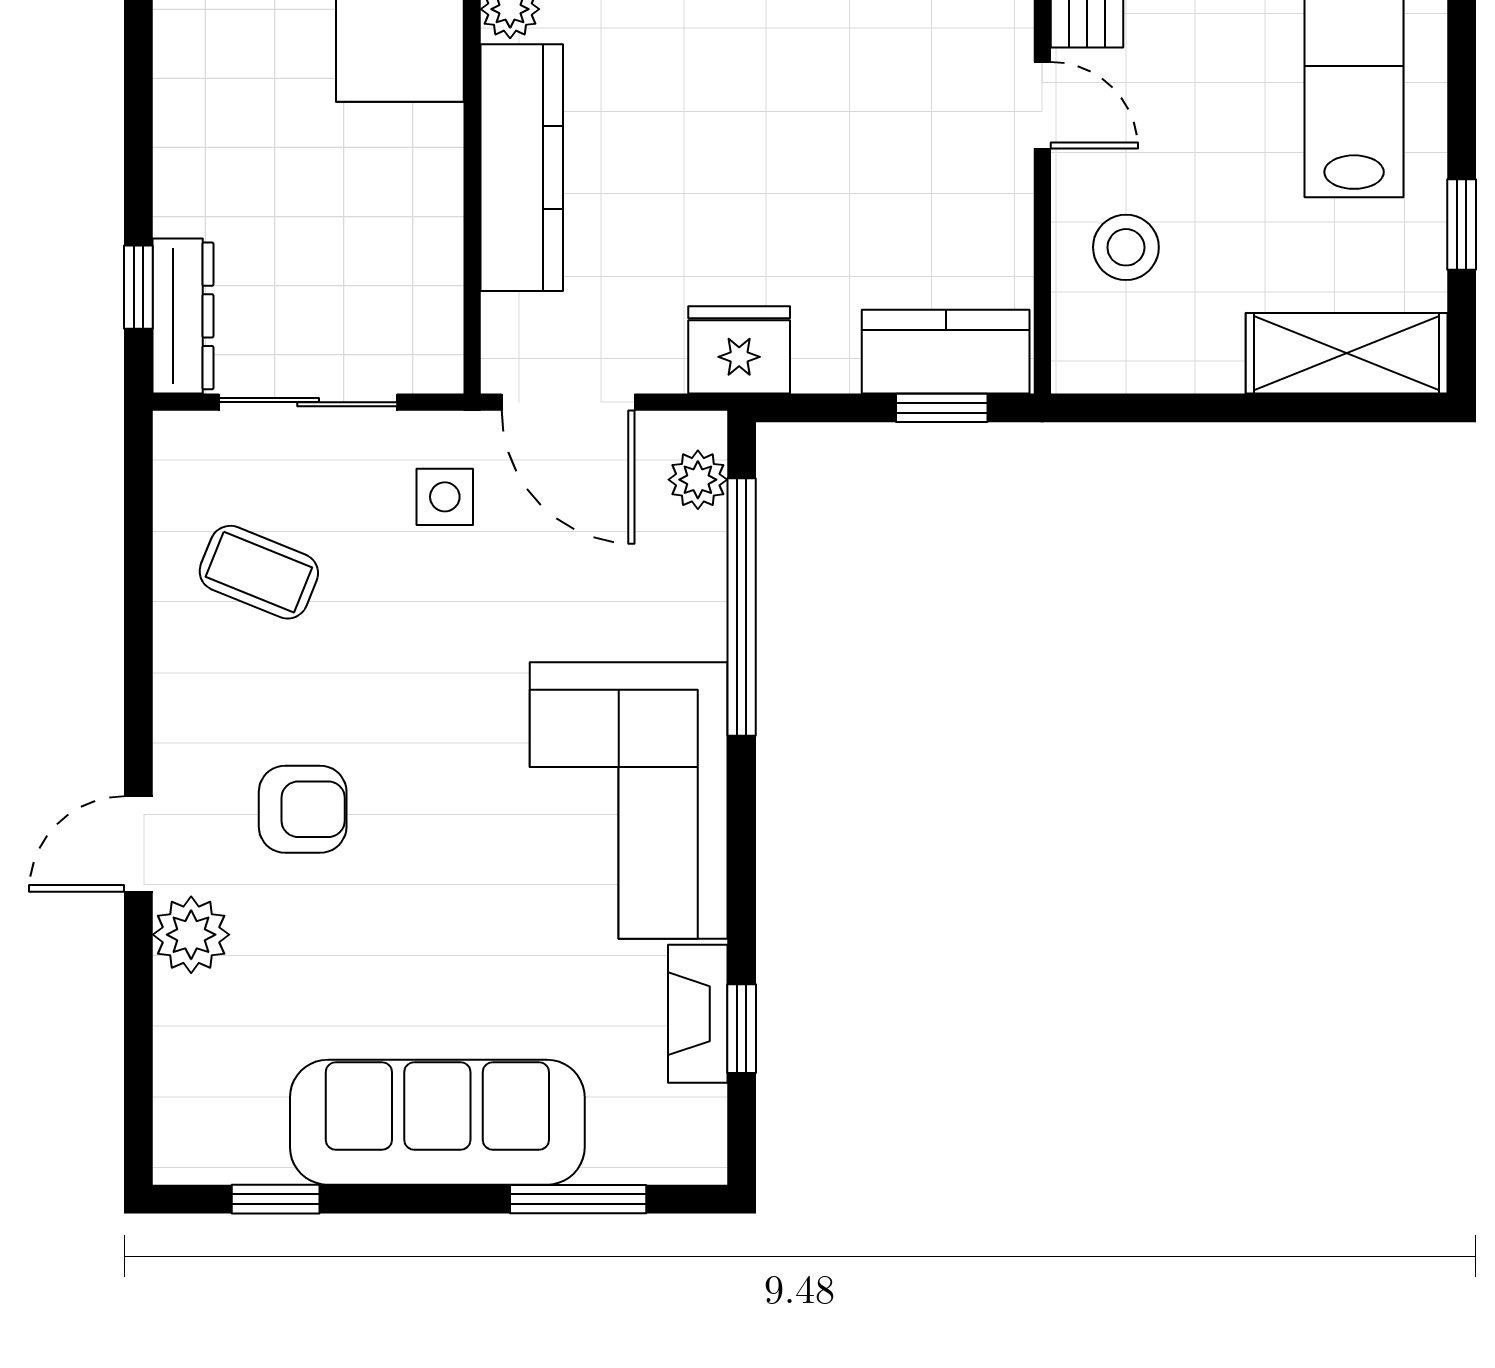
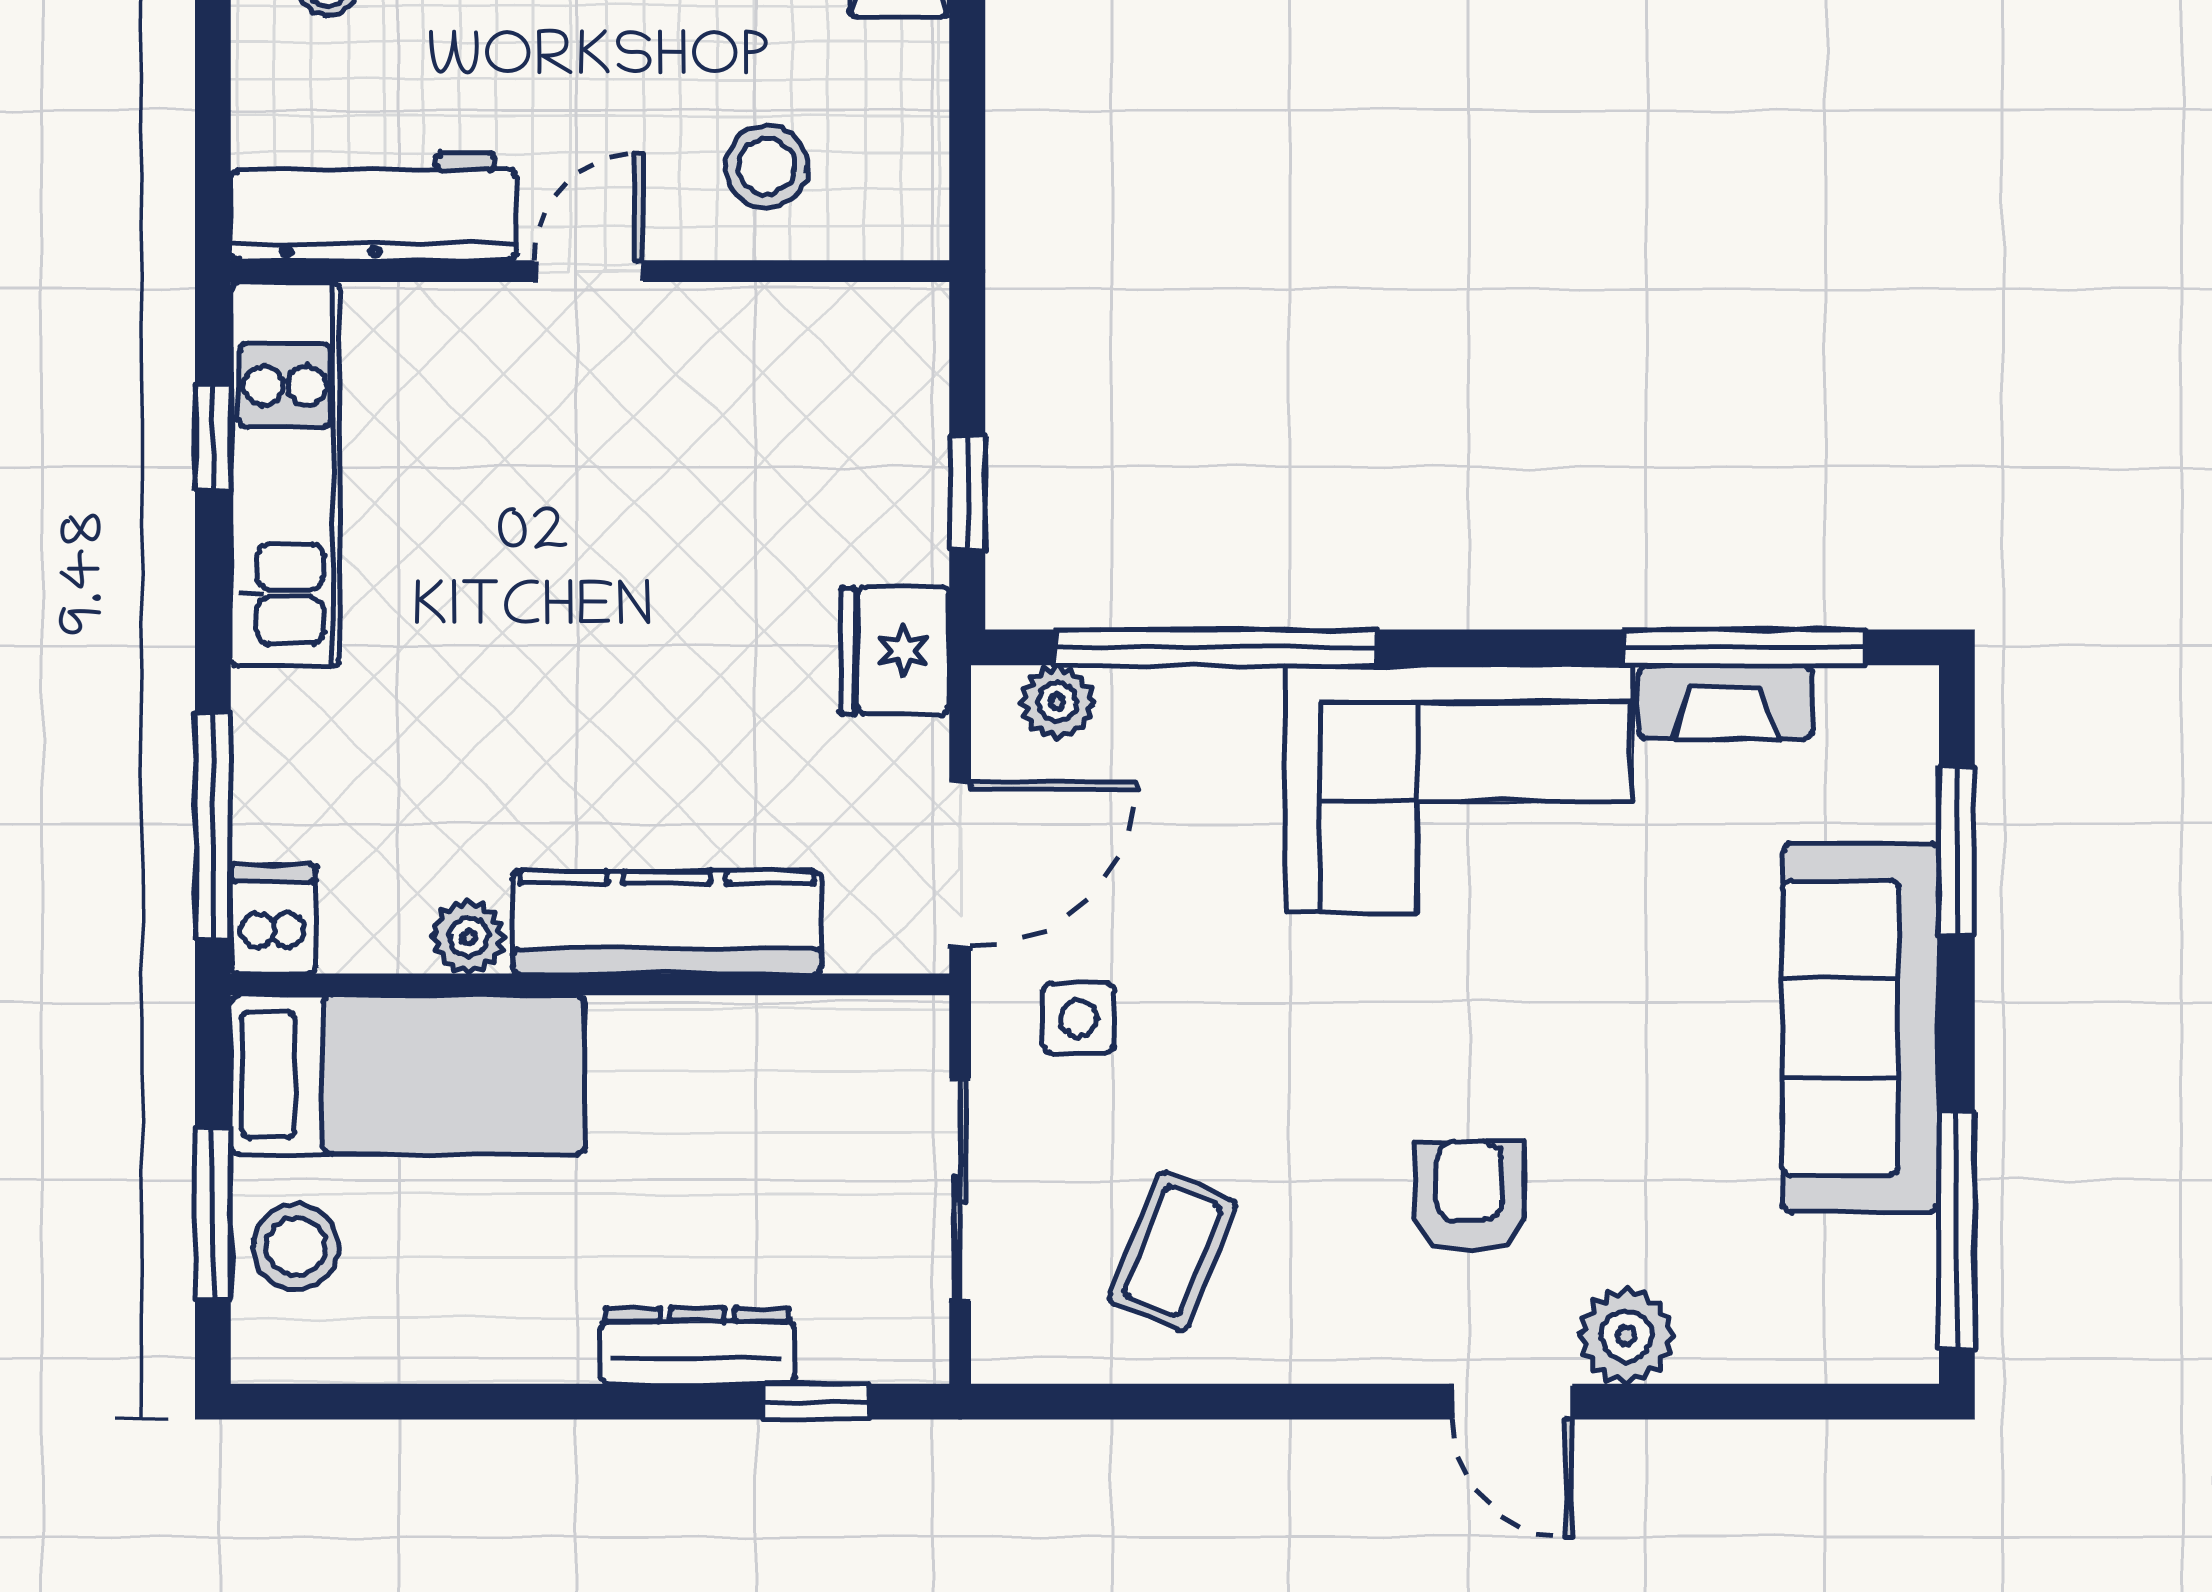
dresser: (183, 316) -> (697, 1346), moved
kitchen counter: (946, 352) -> (897, 392), removed
window: (942, 408) -> (967, 492), moved
window: (742, 1029) -> (1744, 647), width x2.17
window: (276, 1199) -> (1957, 1230), width x2.17

